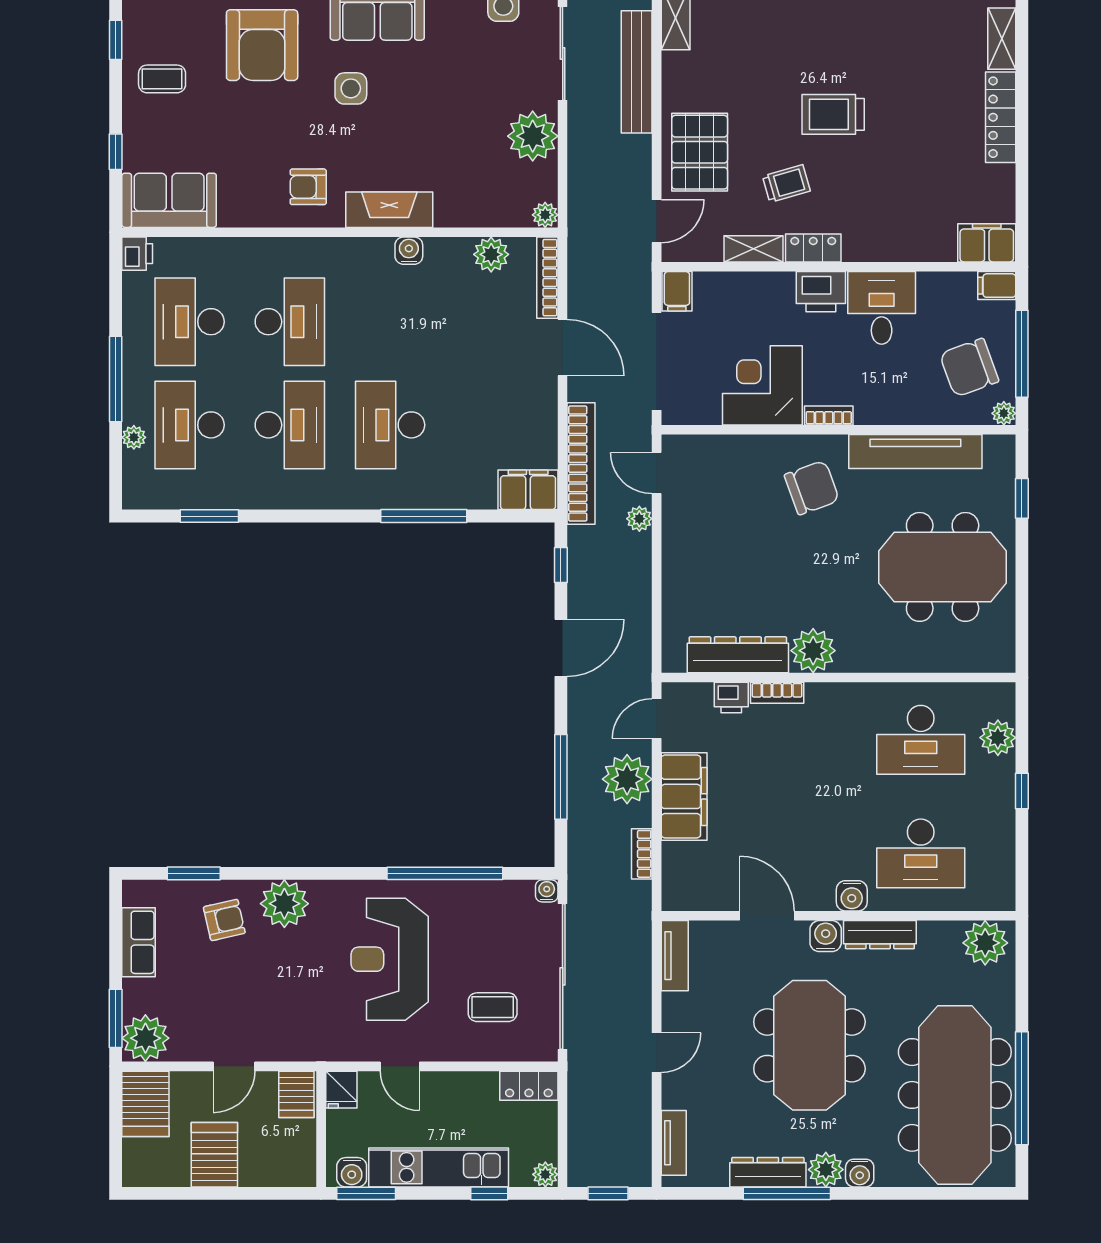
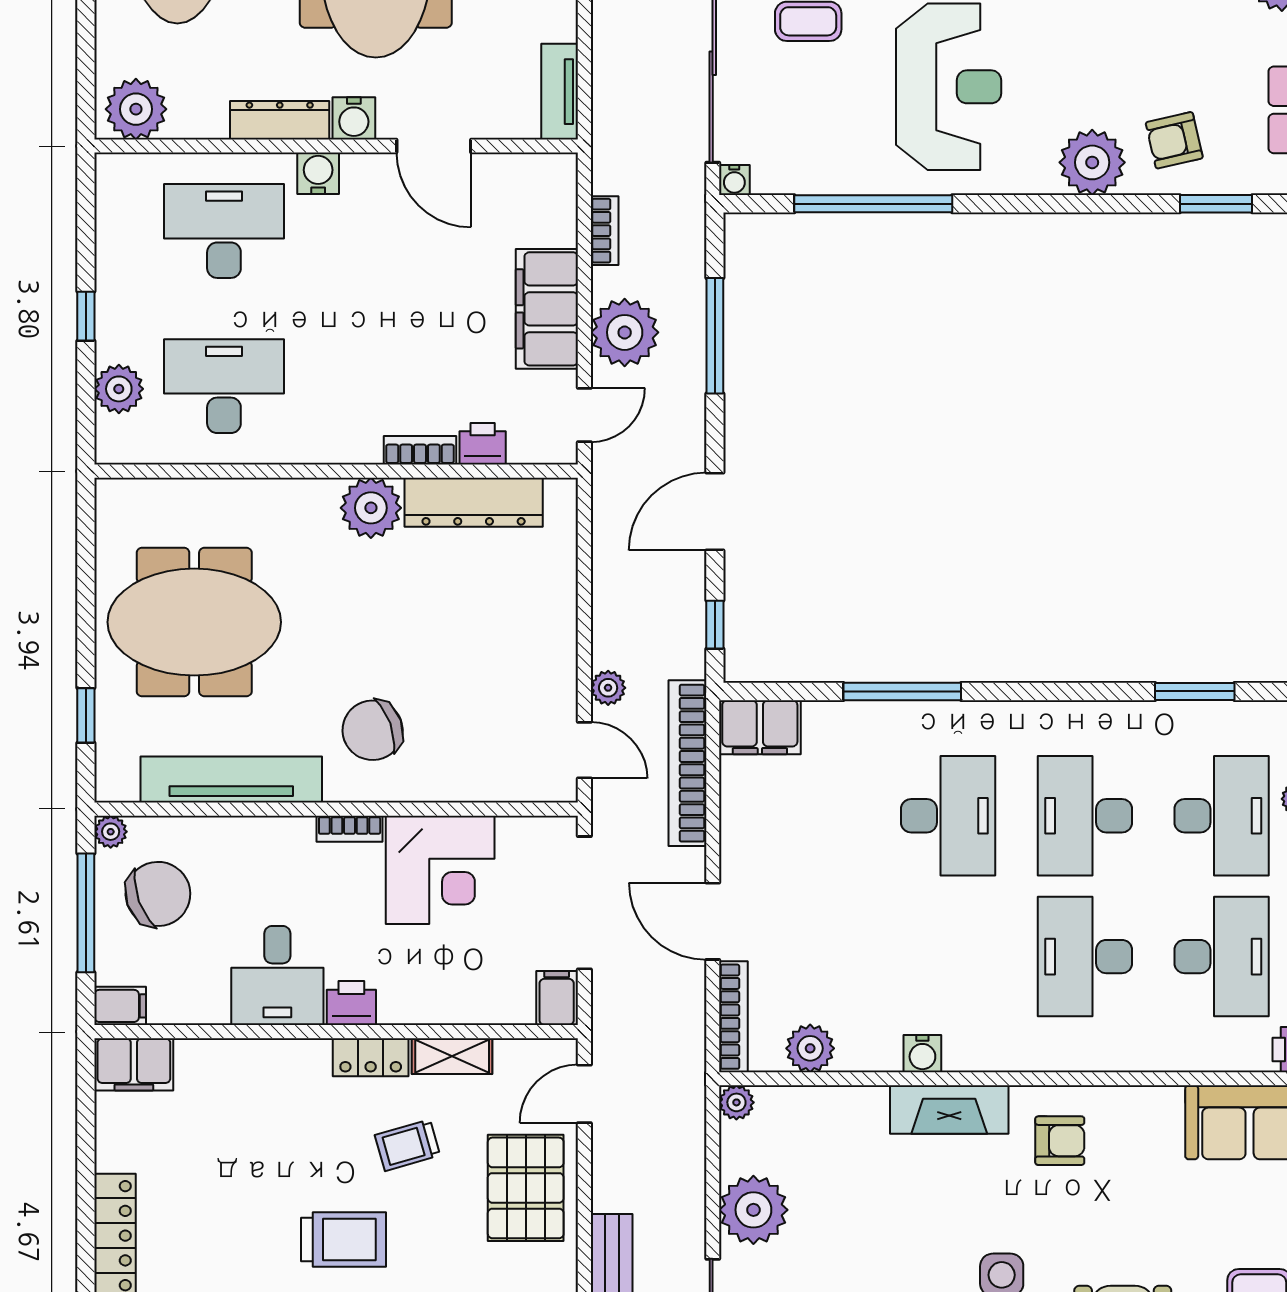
printer: (821, 292) -> (351, 1003), width x0.73, depth x0.81

